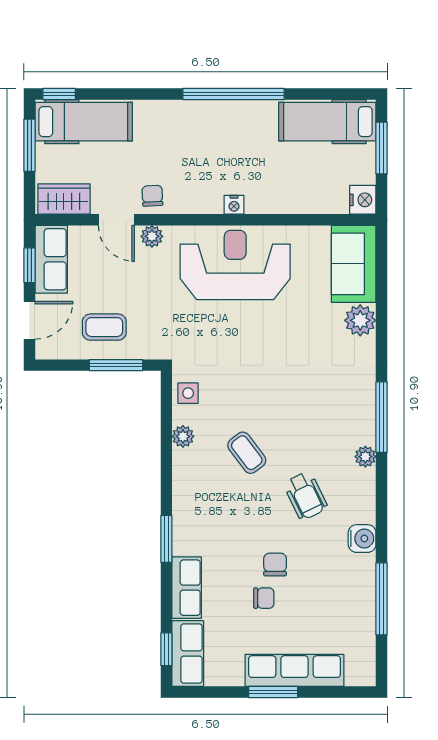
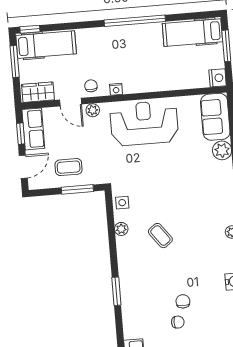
nightstand: (234, 205) -> (116, 89), moved
wheelchair: (306, 496) -> (198, 258), removed
row of seats: (187, 588) -> (131, 320), removed

